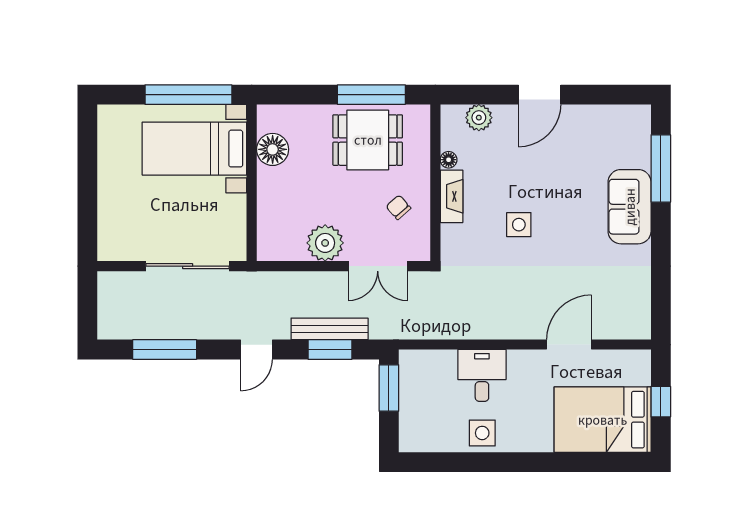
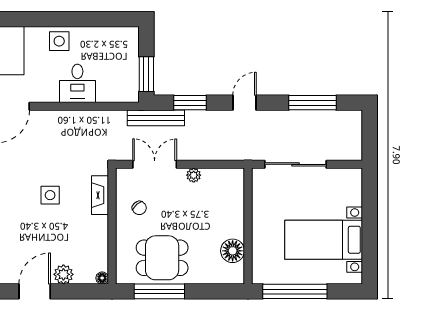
plant: (479, 118) -> (63, 274), moved
bed with nightstands: (194, 149) -> (324, 240), moved, turned 180
floor lamp: (449, 160) -> (102, 278), moved
fireplace: (452, 196) -> (100, 195), moved
plant: (325, 243) -> (194, 175), width x0.53, depth x0.53
bench: (330, 329) -> (156, 118), moved
side table: (482, 433) -> (59, 41), moved

